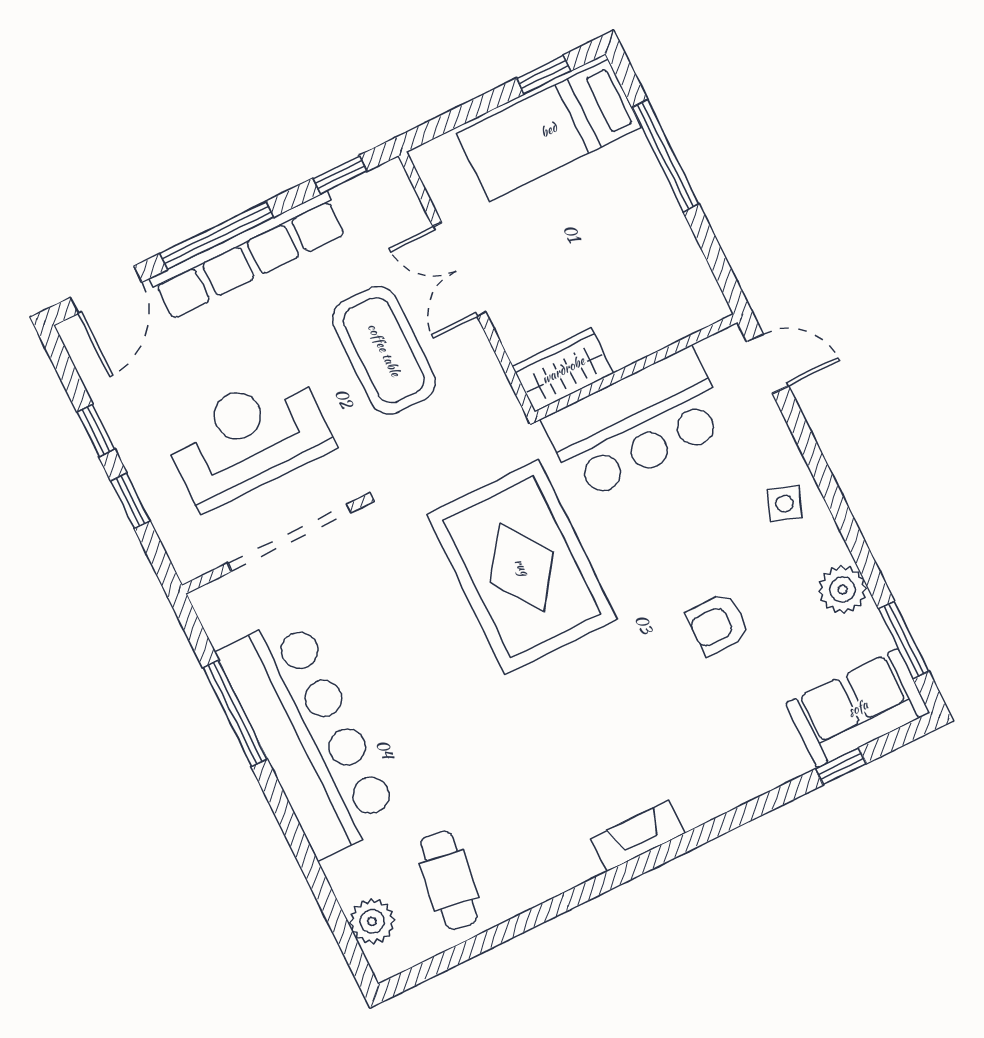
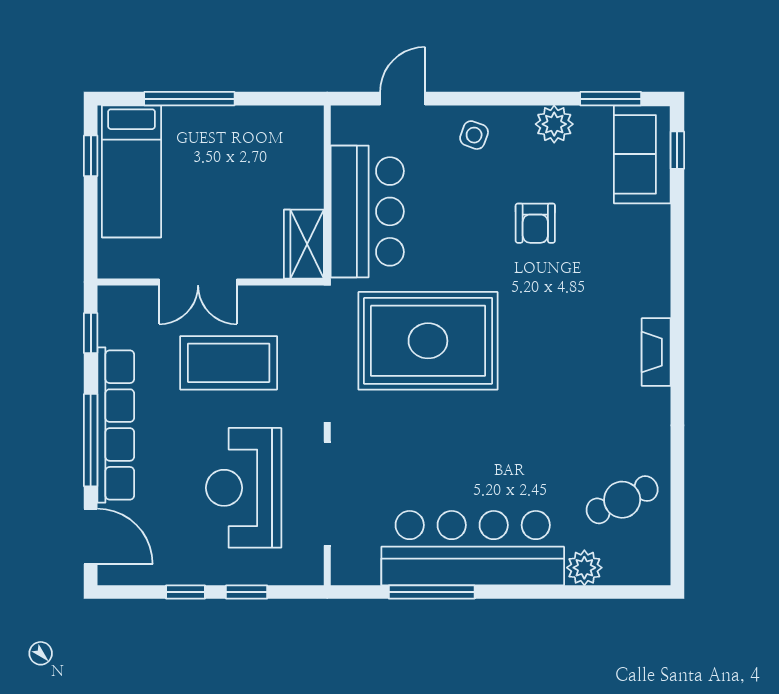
door: (768, 364) -> (403, 99), moved
window: (841, 766) -> (677, 150), moved
cafe table: (449, 880) -> (622, 500), turned -34
plant: (372, 921) -> (584, 568), moved

